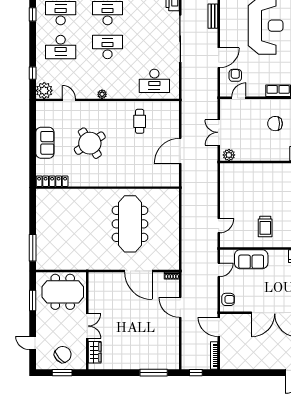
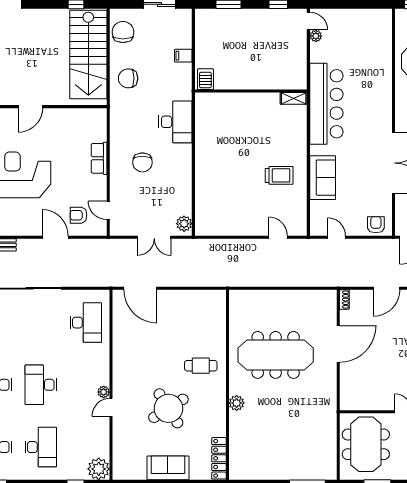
door: (69, 100) -> (111, 407), moved
cafe table: (140, 121) -> (201, 366), moved
door: (180, 151) -> (140, 288), moved
plant: (94, 194) -> (237, 403), added
sofa: (251, 259) -> (323, 178), moved

